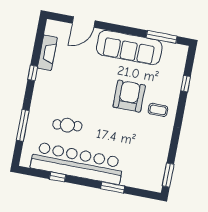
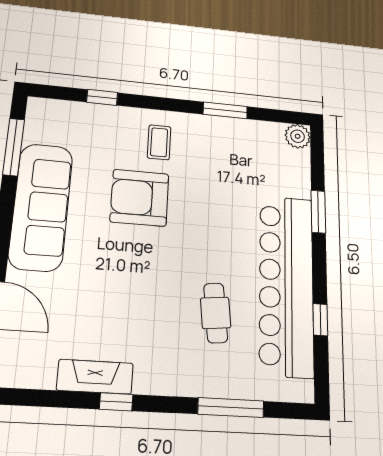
fireplace: (47, 53) -> (95, 377), moved
window: (168, 175) -> (225, 110), moved
plant: (155, 185) -> (298, 136), added

